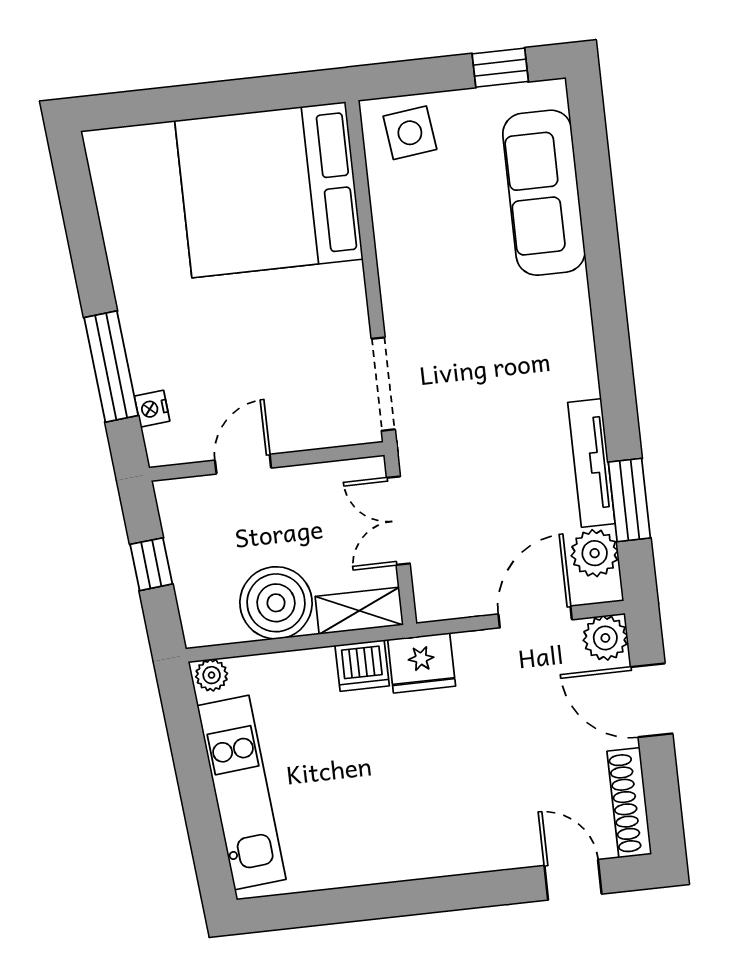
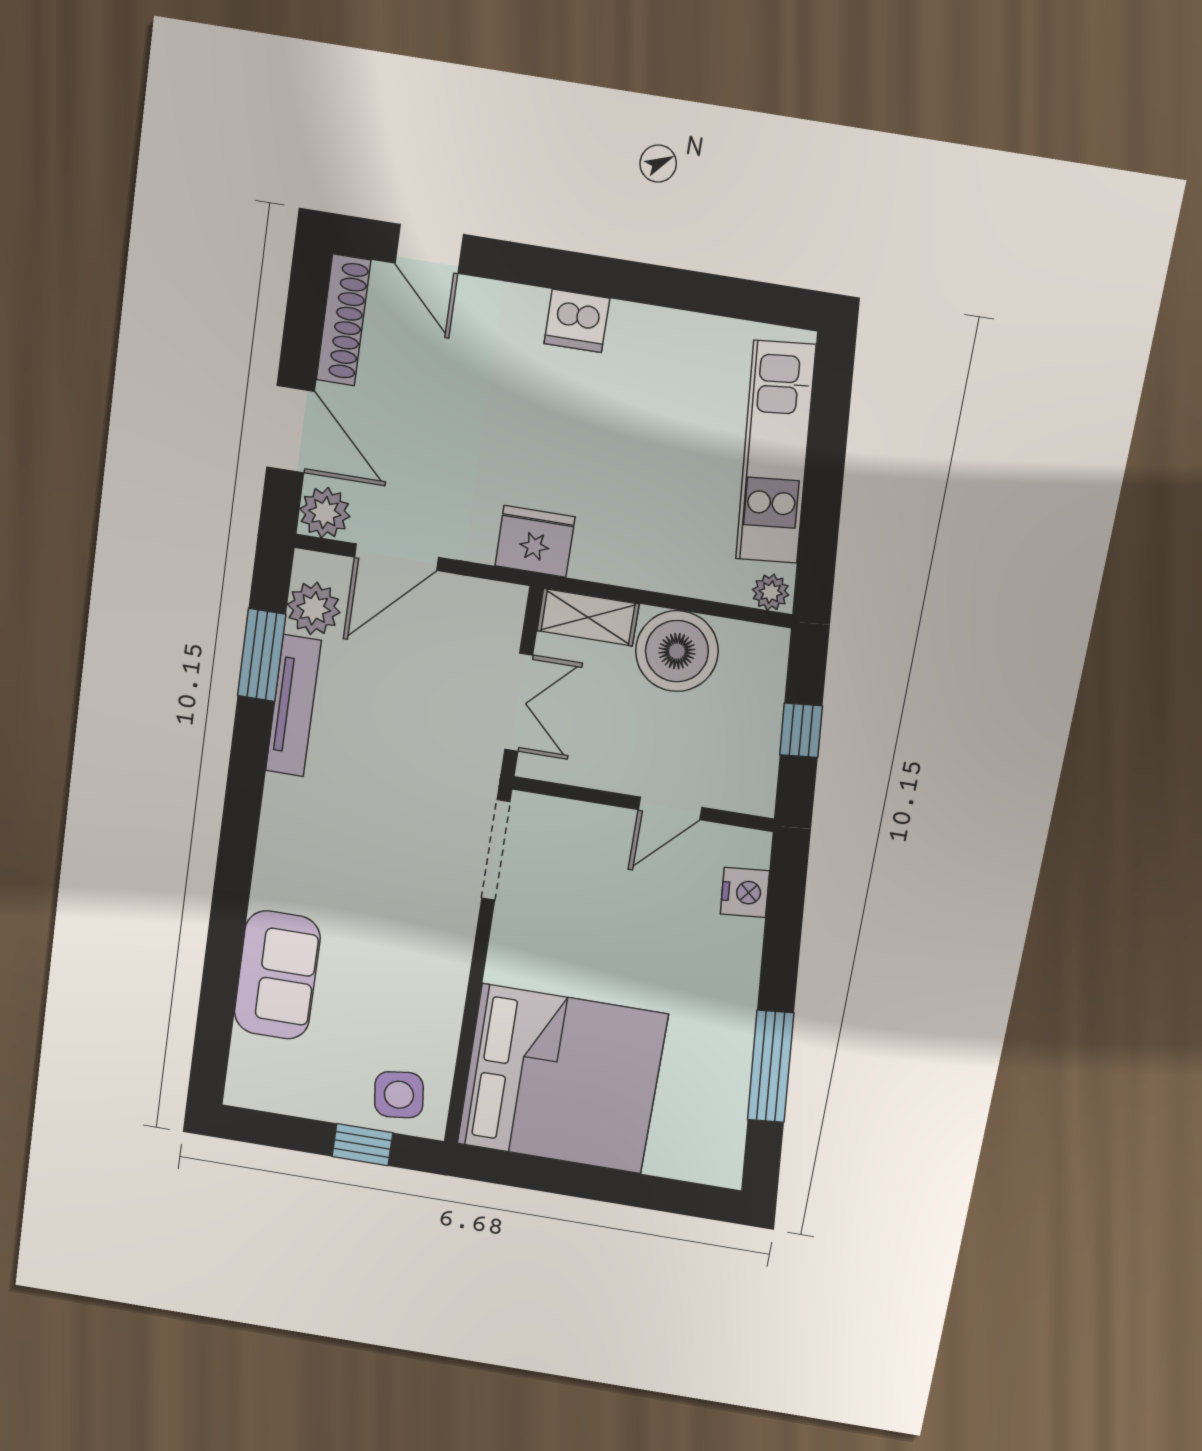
window: (500, 68) -> (362, 1145), moved
sofa: (544, 193) -> (277, 975), width x0.73
window: (111, 367) -> (771, 1066), moved
nightstand: (152, 409) -> (745, 892), width x1.39, depth x1.35
dishwasher: (362, 666) -> (577, 321), moved, turned 180

